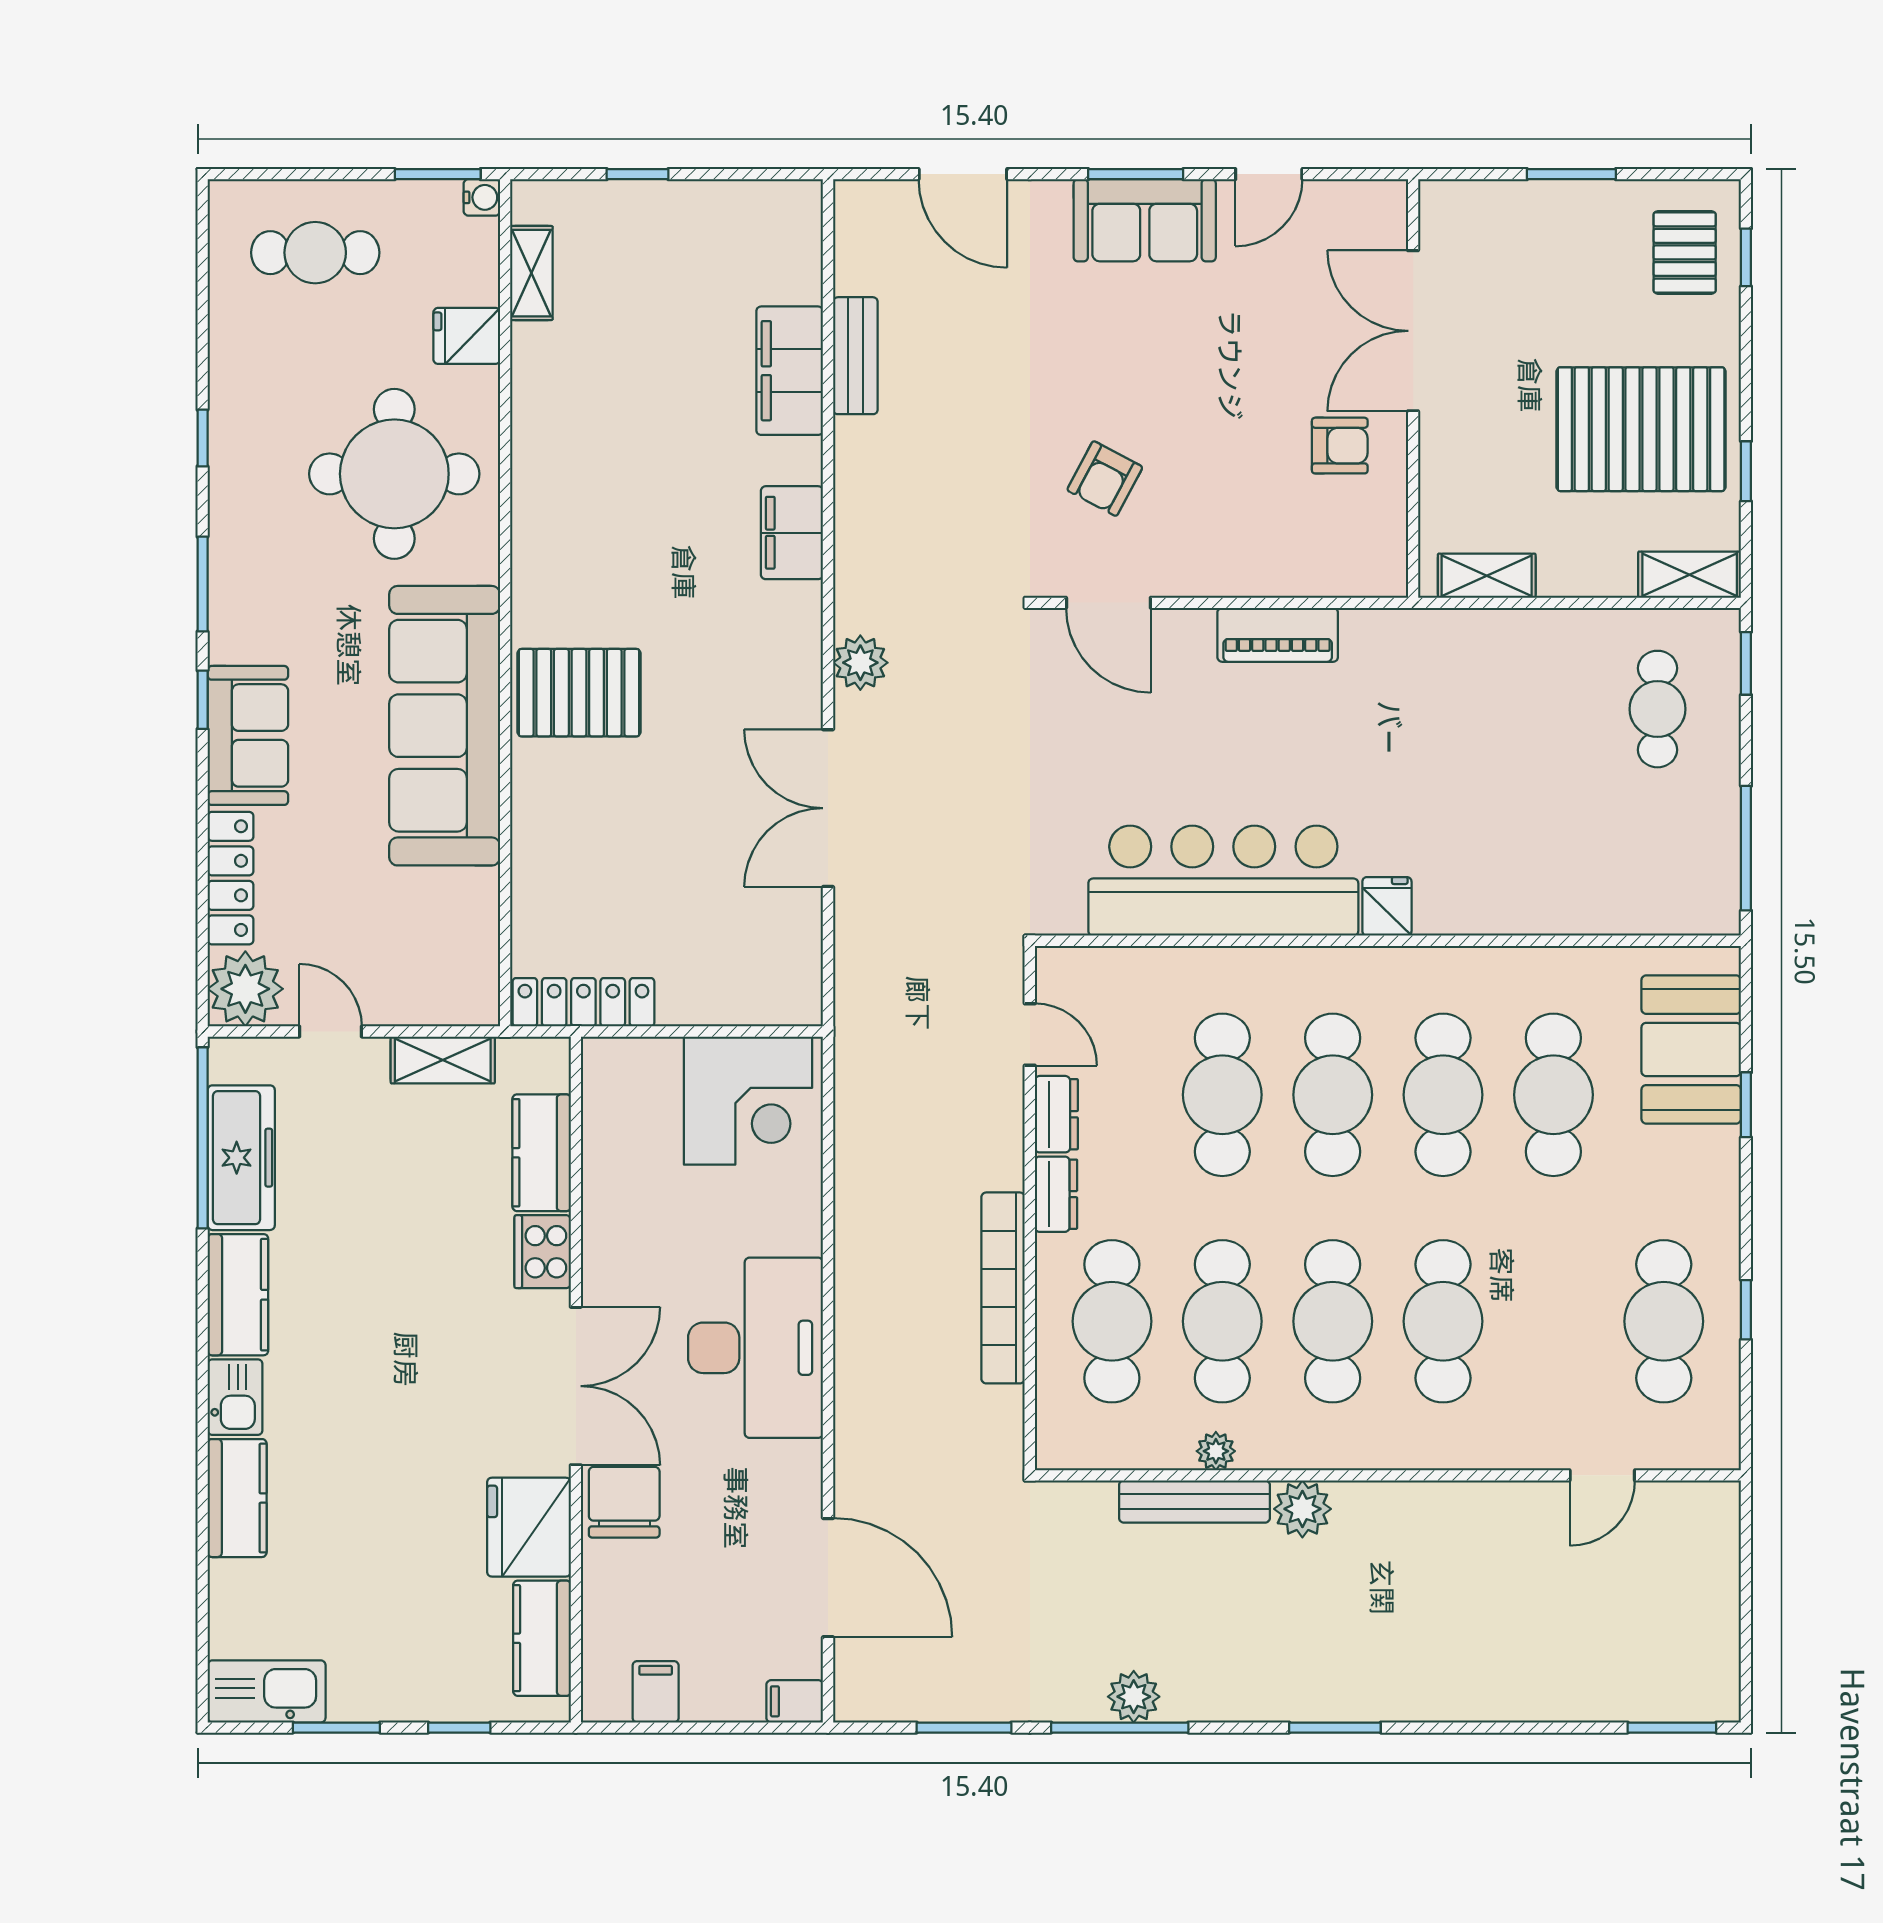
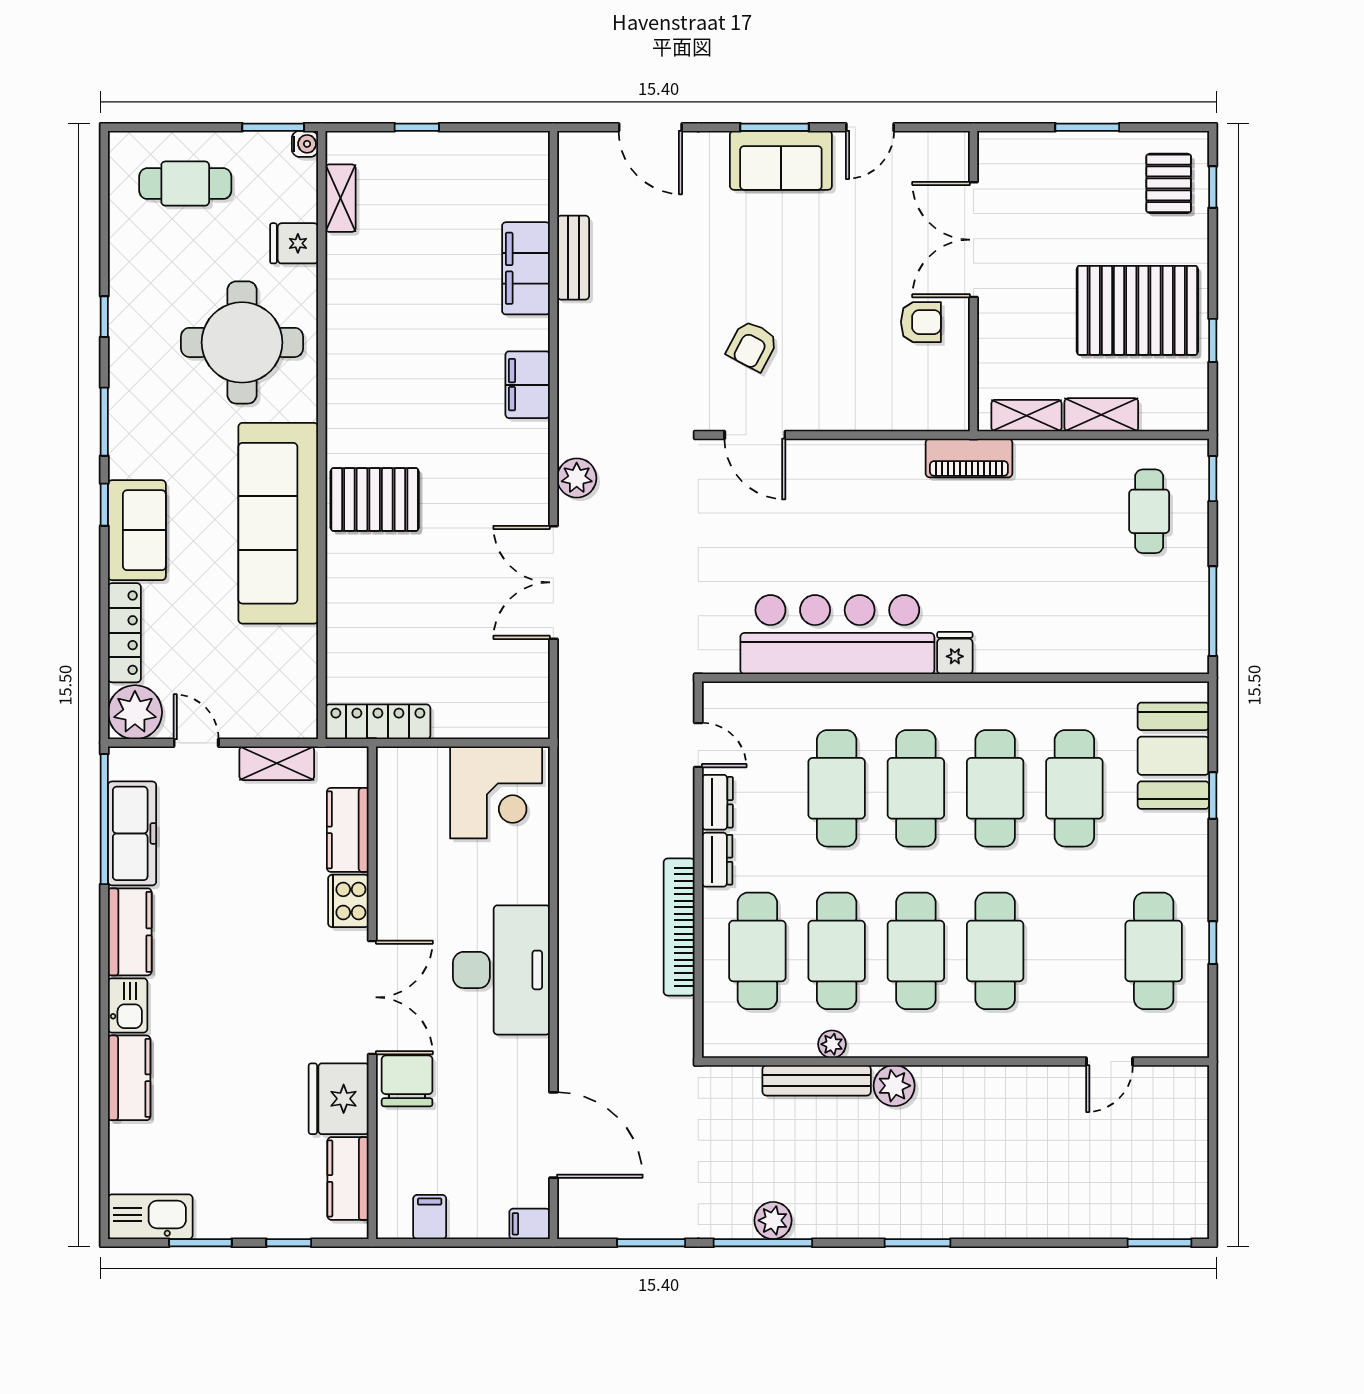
shelving: (1690, 575) -> (1101, 415), moved
piano: (1278, 635) -> (969, 458), moved

